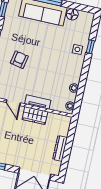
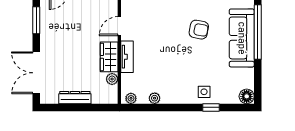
floor lamp: (72, 14) -> (247, 96), moved
armchair: (19, 60) -> (199, 30), moved
plant: (52, 117) -> (112, 79), added

